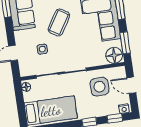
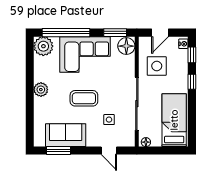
coffee table: (59, 22) -> (84, 98), turned -32

